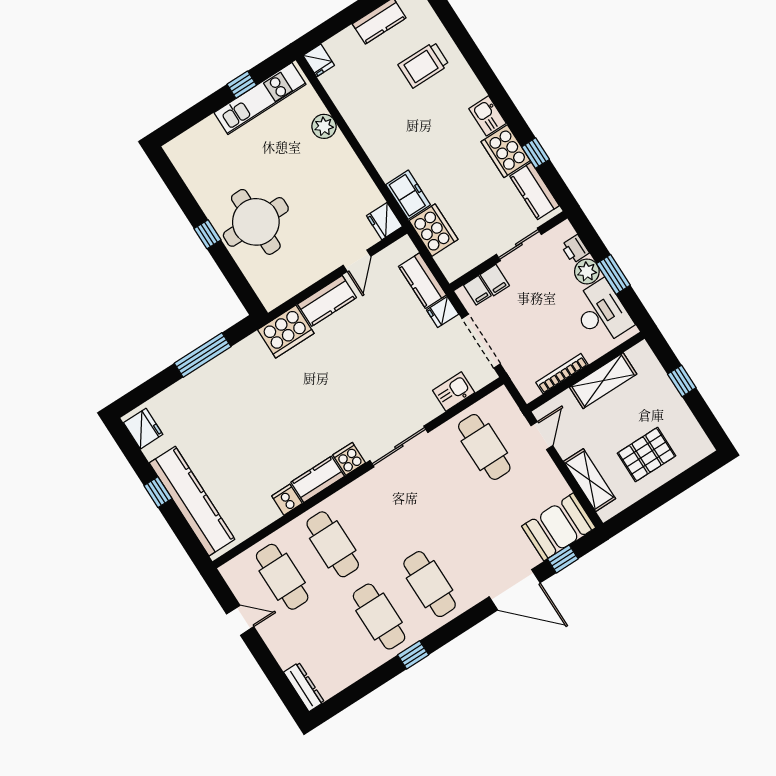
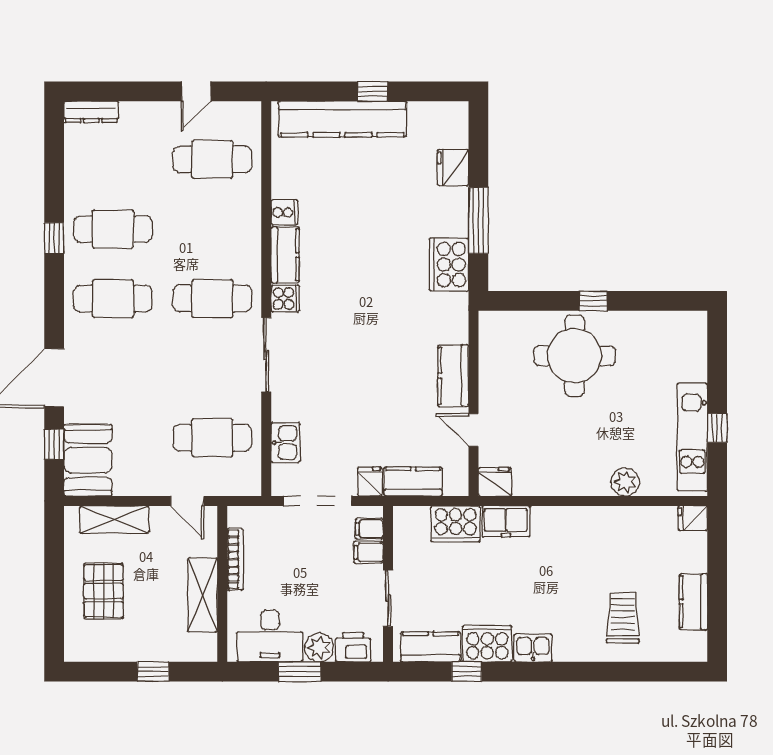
printer: (575, 249) -> (353, 647), width x1.36, depth x1.24
cooker: (286, 332) -> (449, 265), moved
fridge: (143, 429) -> (453, 168), moved, turned 90
cafe table: (333, 544) -> (212, 299), moved

